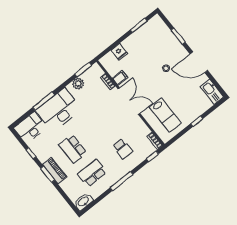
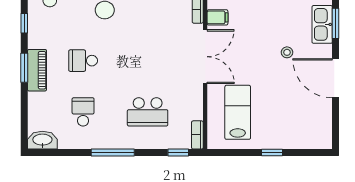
kitchen sink: (212, 92) -> (322, 24), moved
lab bench: (165, 115) -> (238, 112), turned 180
school desk: (73, 149) -> (83, 61), width x0.54
school desk: (123, 149) -> (148, 112), width x1.85
school desk: (92, 173) -> (83, 112), width x0.54

